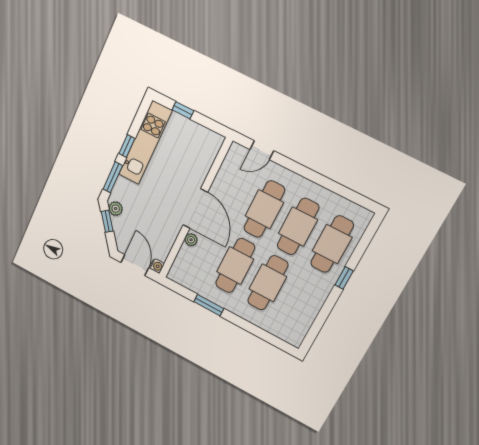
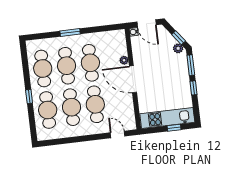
kitchen unit: (145, 143) -> (167, 118), moved, turned 90
door: (262, 150) -> (118, 134), hinge flipped
cafe table: (301, 300) -> (43, 69), added
window: (209, 305) -> (70, 32), moved

